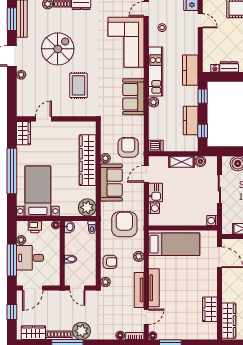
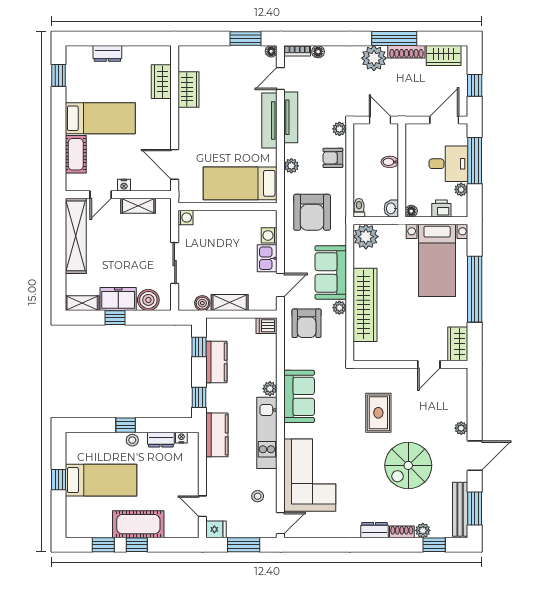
wardrobe: (229, 321) -> (161, 82), width x0.67

